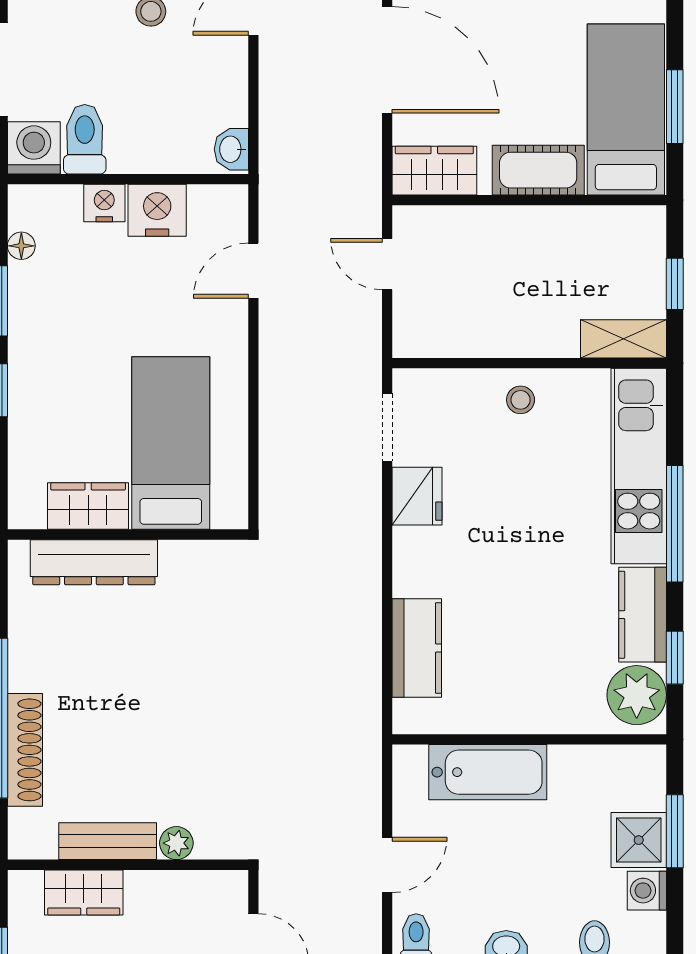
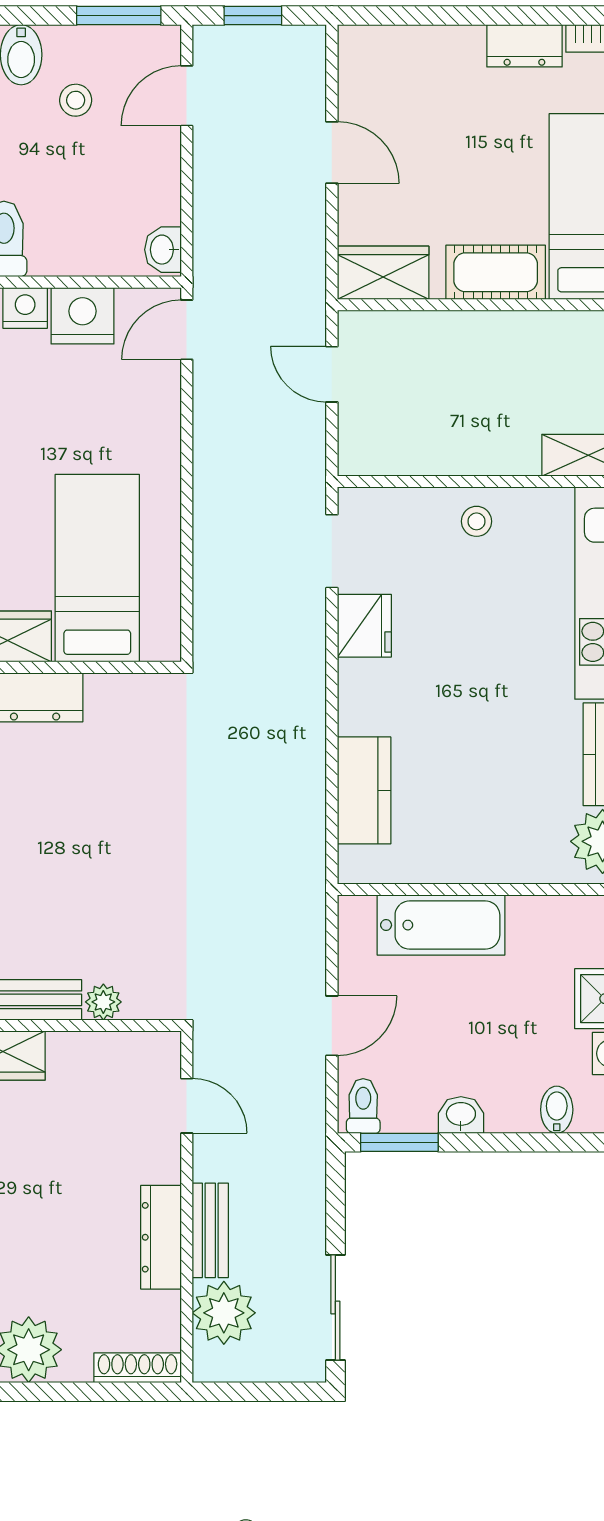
door: (387, 60) -> (332, 153), width x0.53
door: (253, 271) -> (187, 330), moved

